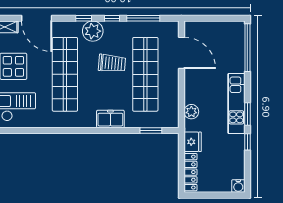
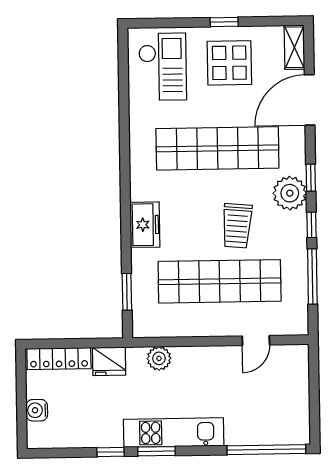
door: (181, 53) -> (256, 340), width x0.53
water cooler: (238, 186) -> (37, 410), moved

